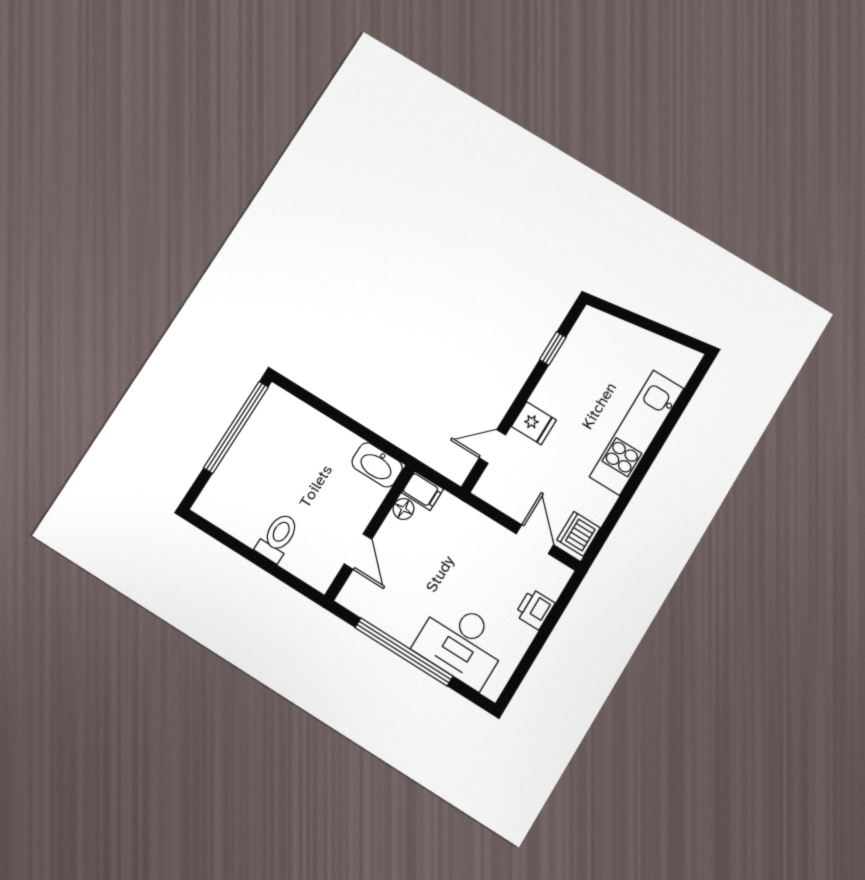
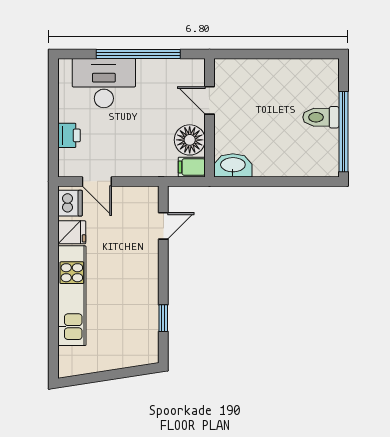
fridge: (534, 423) -> (72, 232), moved, turned 180
floor lamp: (403, 509) -> (190, 140), width x1.89, depth x1.89
toilet: (278, 537) -> (321, 117), moved, turned 90

